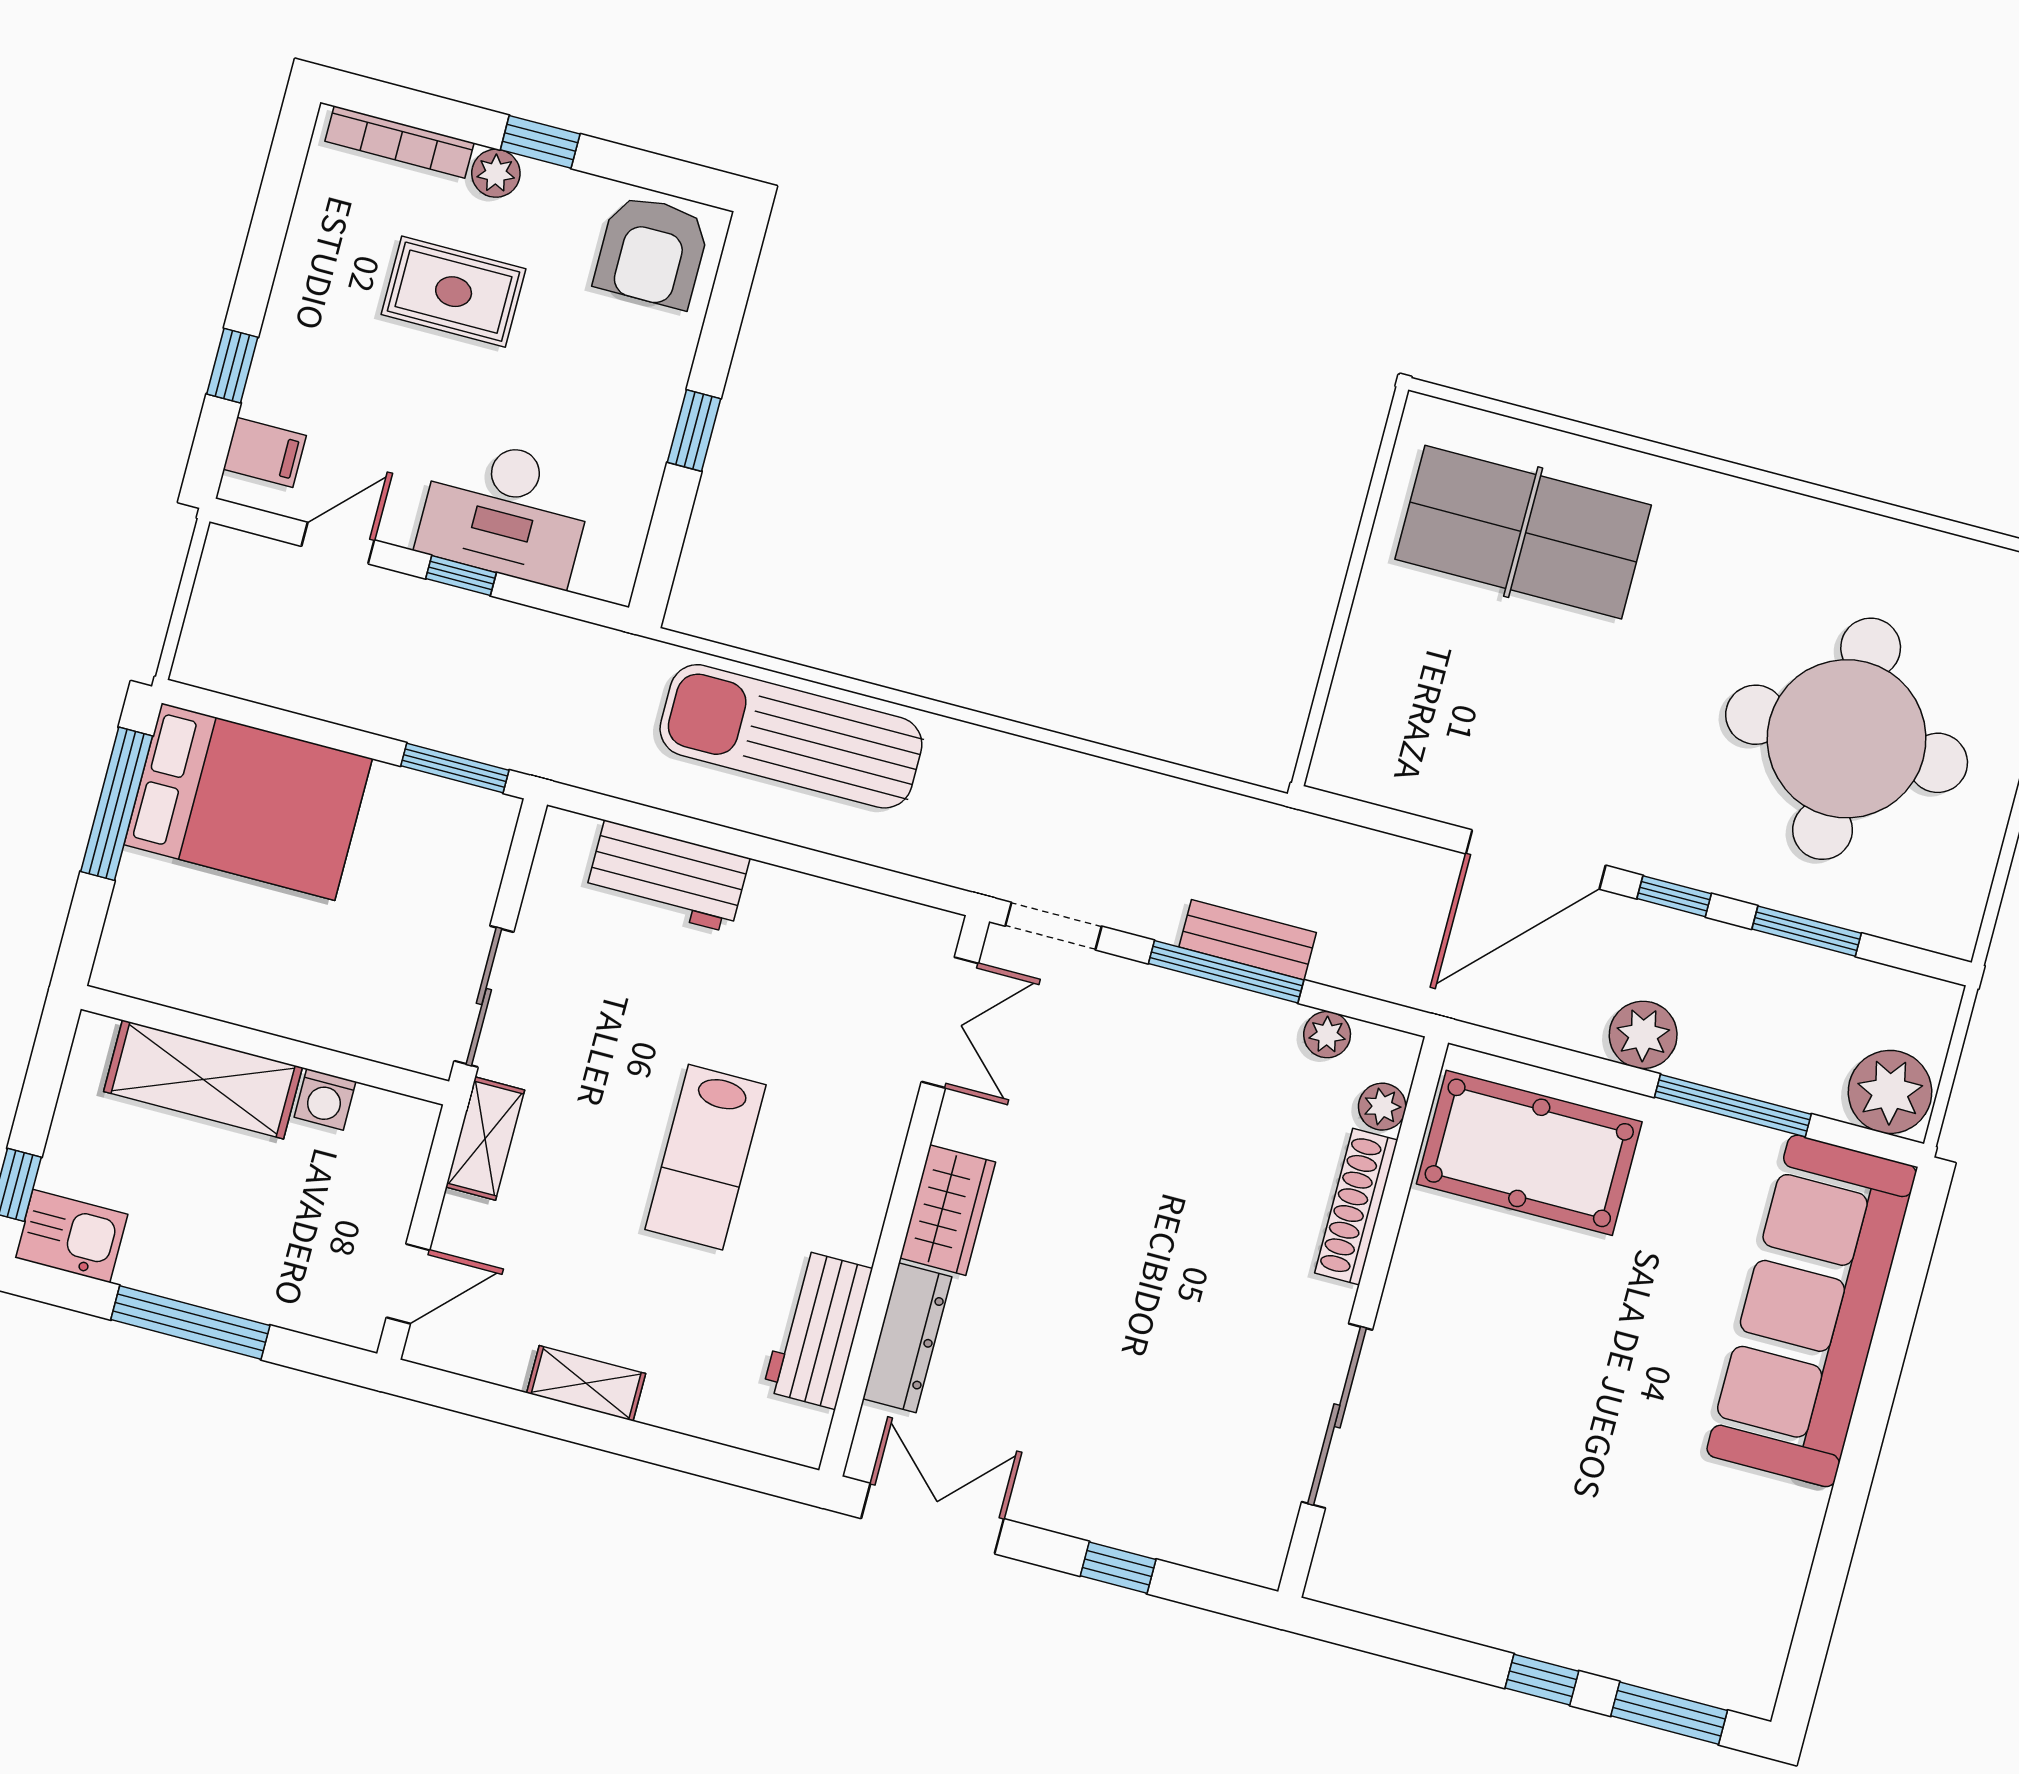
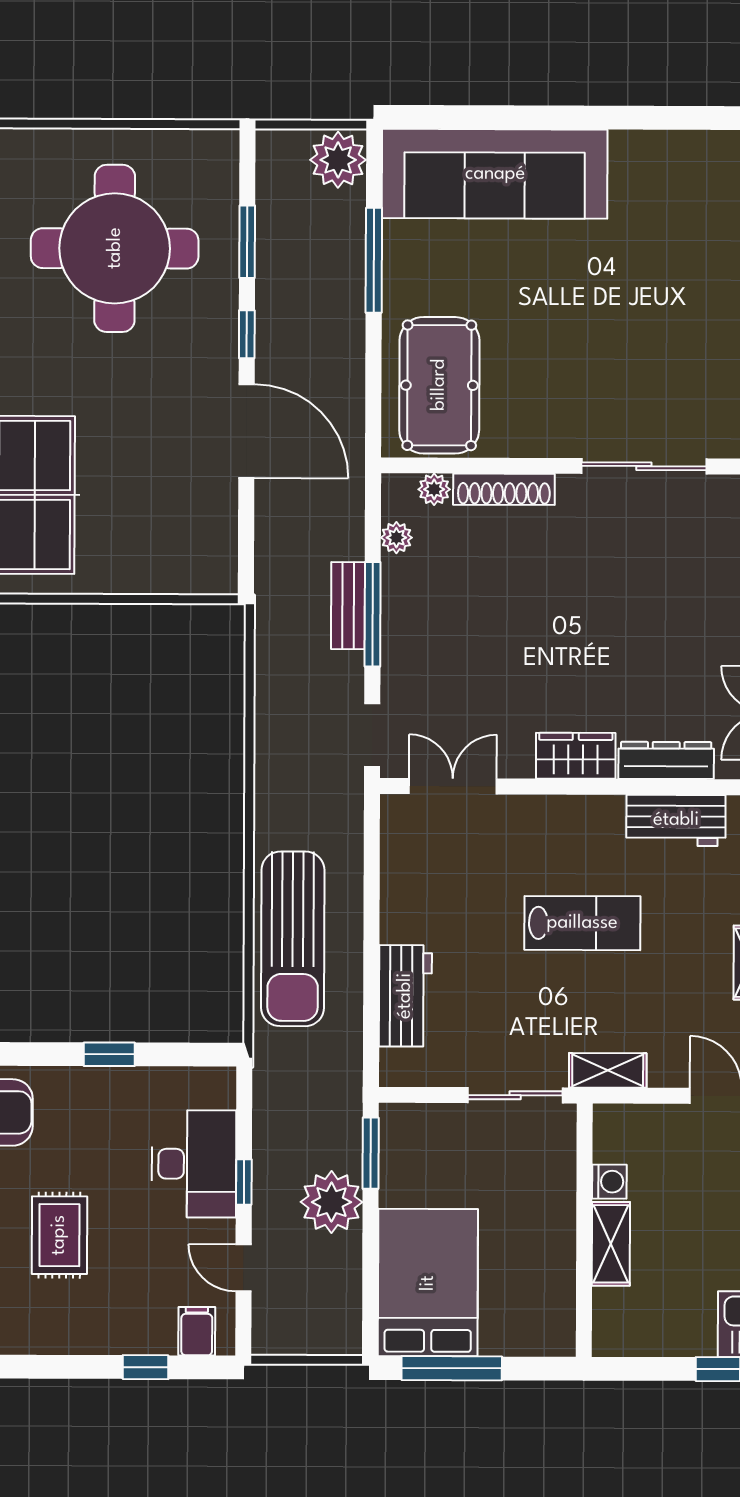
plant: (1643, 1035) -> (331, 1202), moved, width x1.36, depth x1.36
shelving: (203, 1079) -> (611, 1244), width x0.67, depth x0.75

